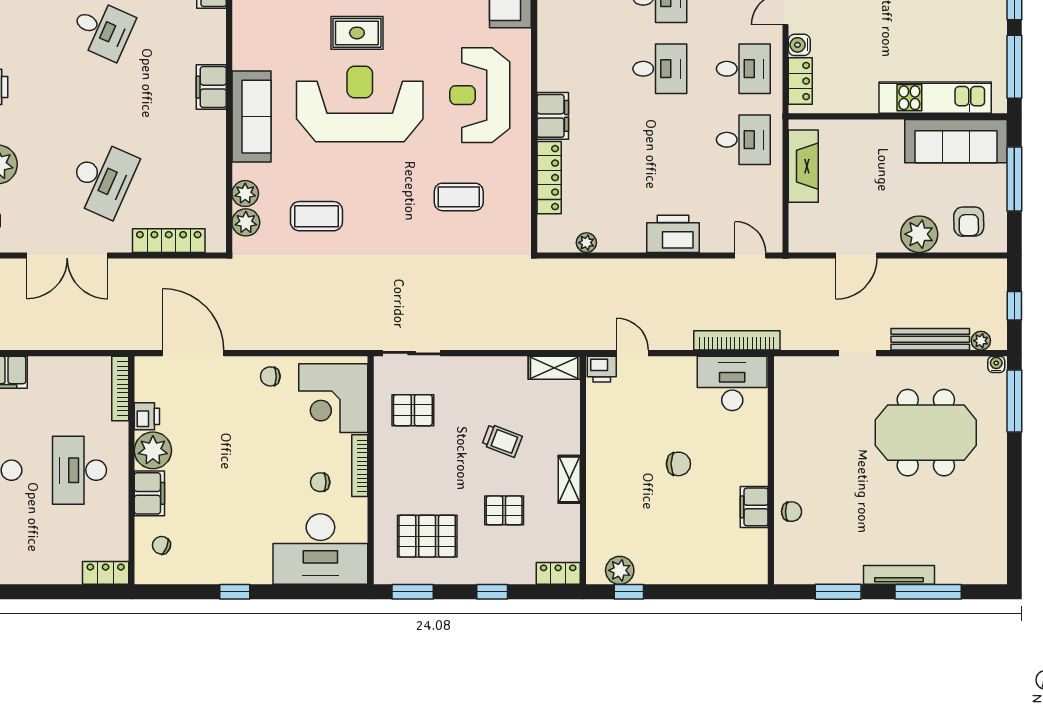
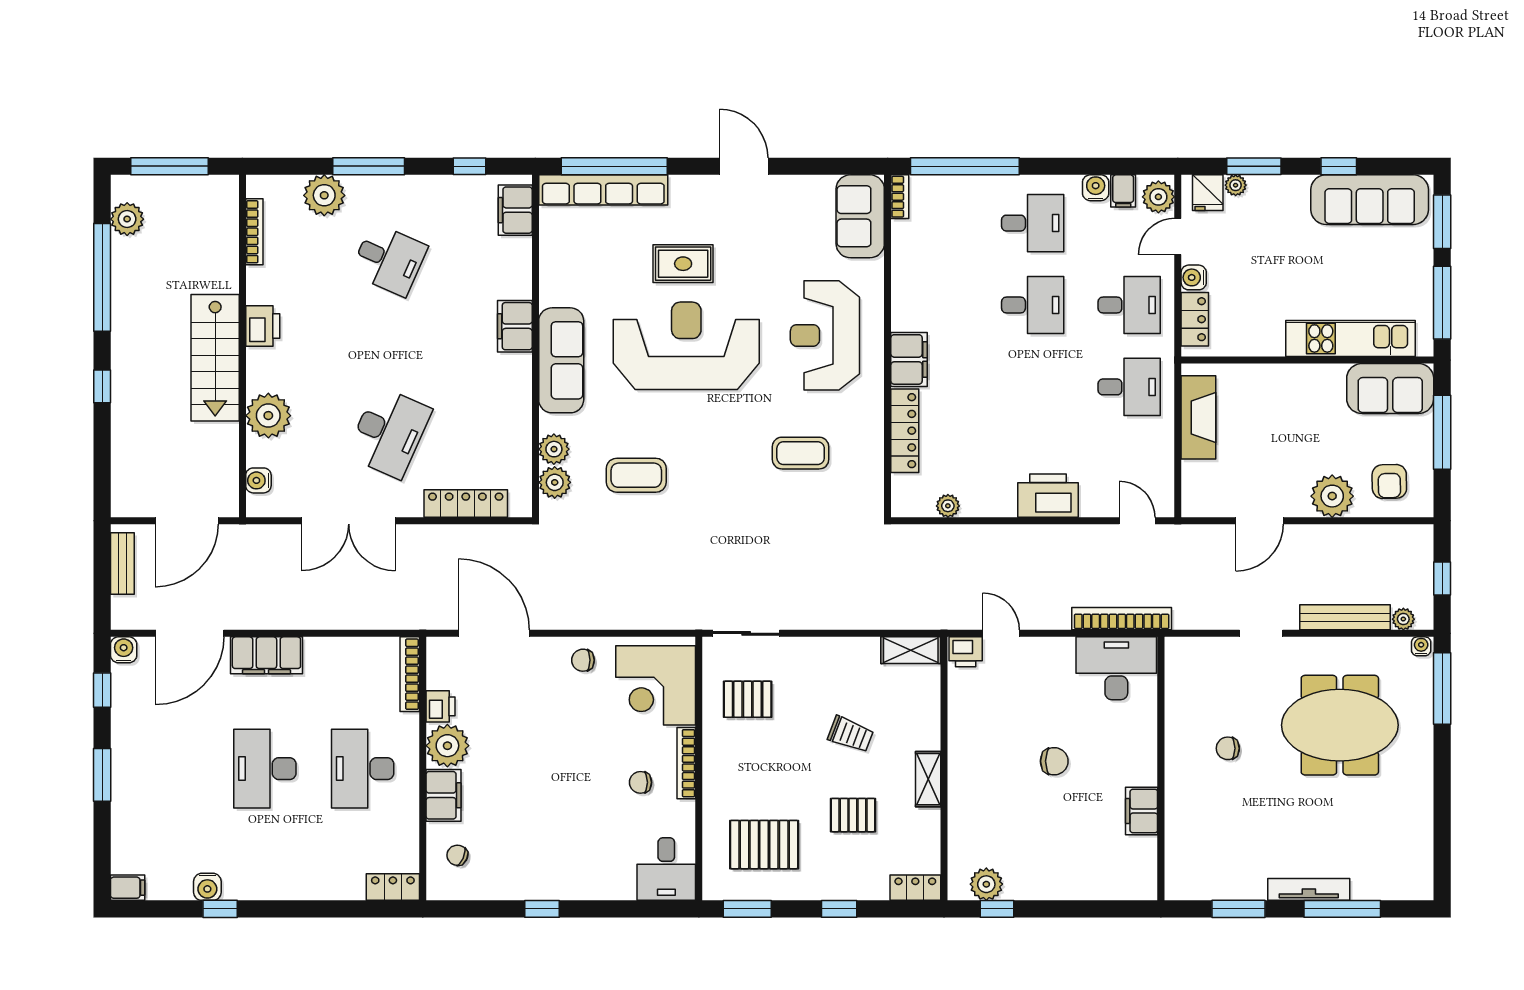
sofa: (956, 141) -> (1390, 389), width x0.73
chair: (792, 512) -> (1228, 748), moved, turned 180
desk: (320, 549) -> (666, 869), width x0.53, depth x0.77

